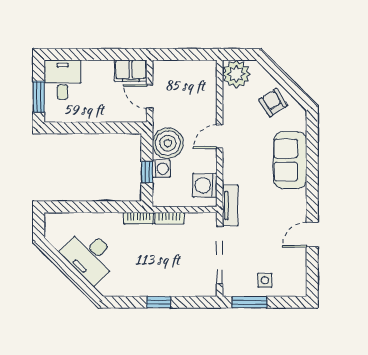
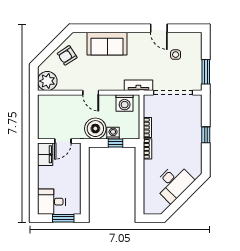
side table: (265, 280) -> (176, 55), moved

